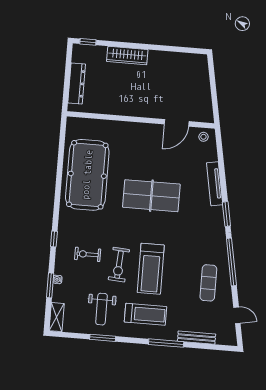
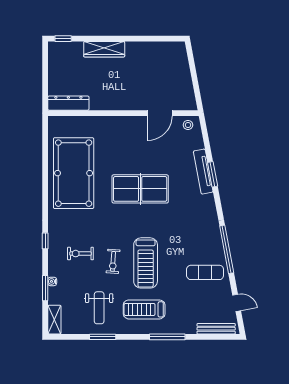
dresser: (77, 83) -> (68, 103), moved, turned -90
window: (226, 214) -> (213, 174), moved
exercise bike: (119, 265) -> (113, 261), width x0.73, depth x0.72
exercise mat: (208, 283) -> (205, 272), turned 90
treadmill: (146, 314) -> (144, 309), turned 180
bench: (197, 338) -> (216, 329), moved

